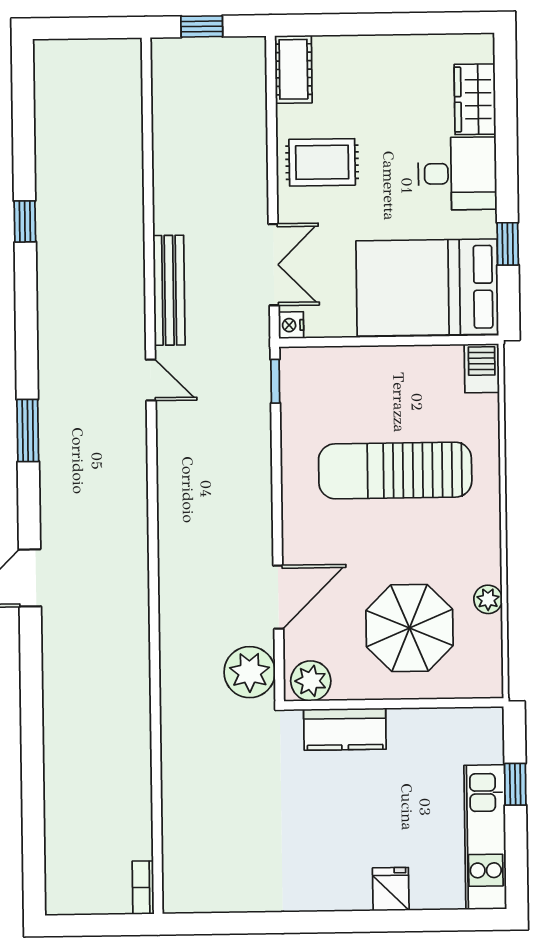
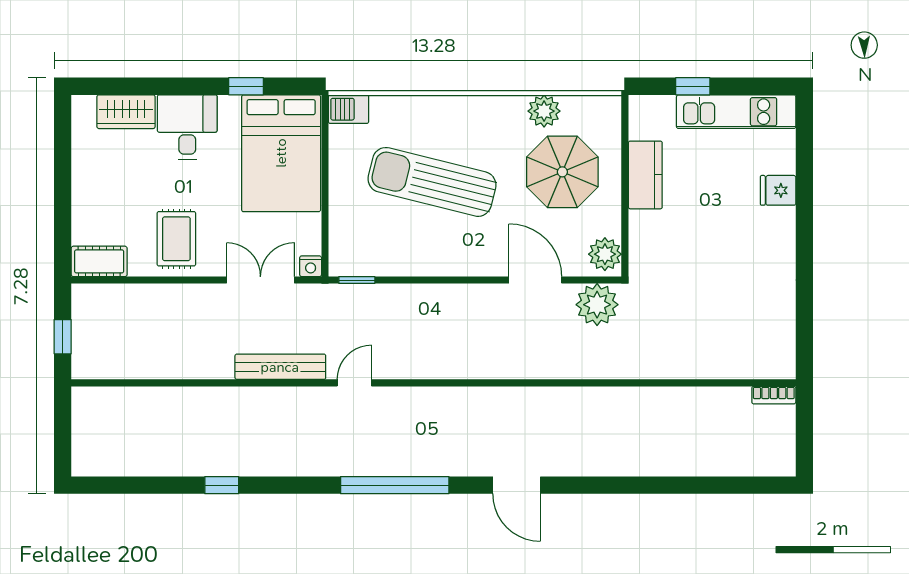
window: (28, 431) -> (395, 485), width x2.11
sun lounger: (395, 470) -> (432, 182), turned 104
plant: (488, 599) -> (544, 111), width x1.38, depth x1.38
kitchen counter: (345, 729) -> (645, 175), moved

